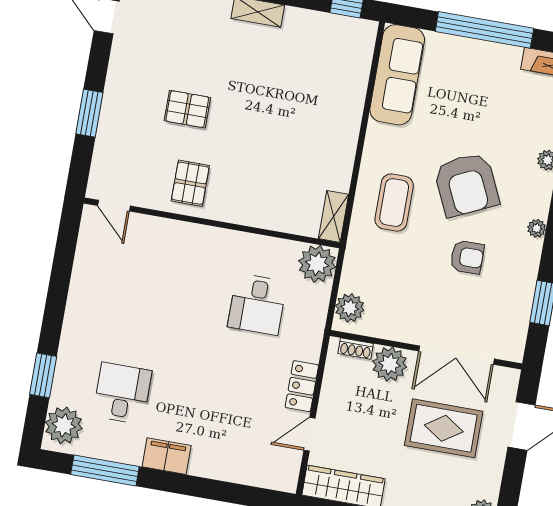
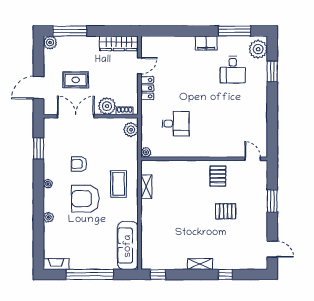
armchair: (466, 185) -> (85, 199), turned -65
shelving: (334, 216) -> (146, 187), moved
plant: (317, 264) -> (146, 152), width x0.53, depth x0.53
desk: (257, 304) -> (176, 124), turned 90
rug: (444, 428) -> (76, 80), width x0.73, depth x0.70

